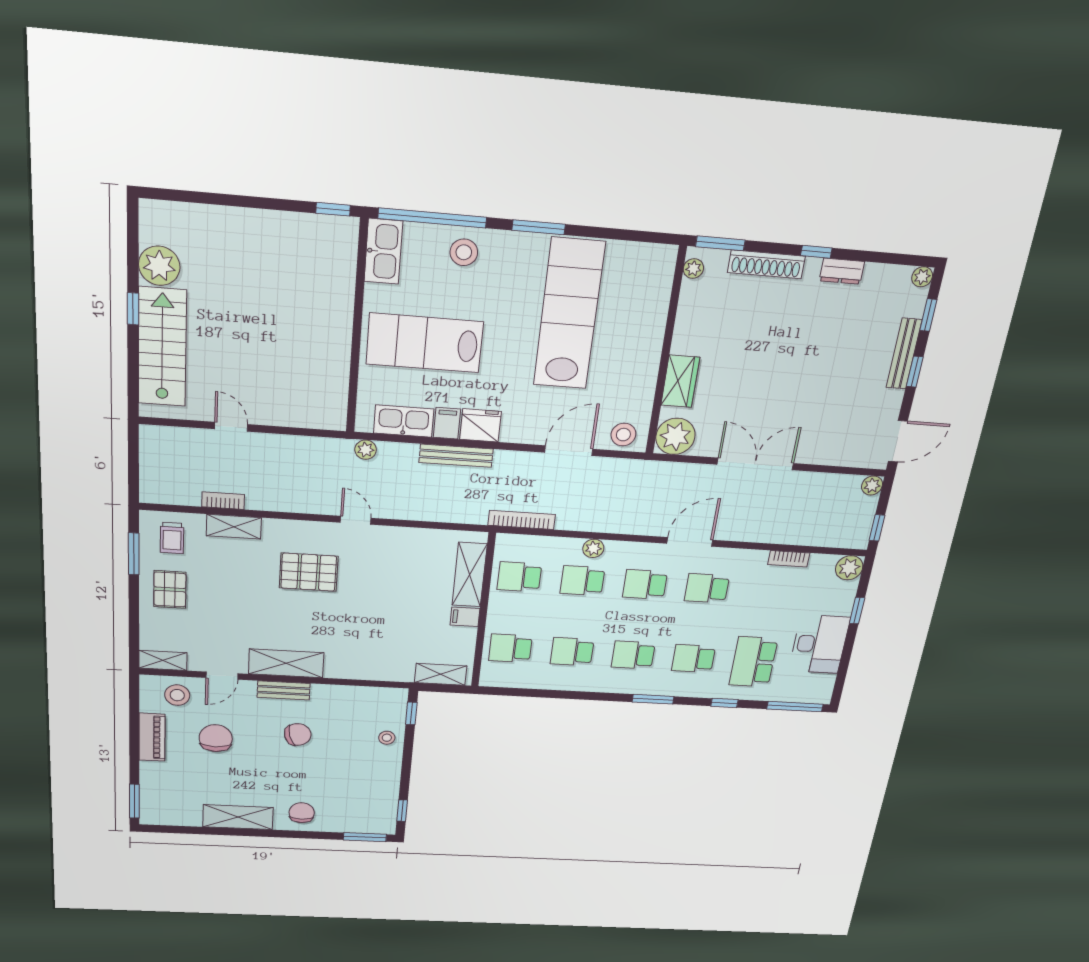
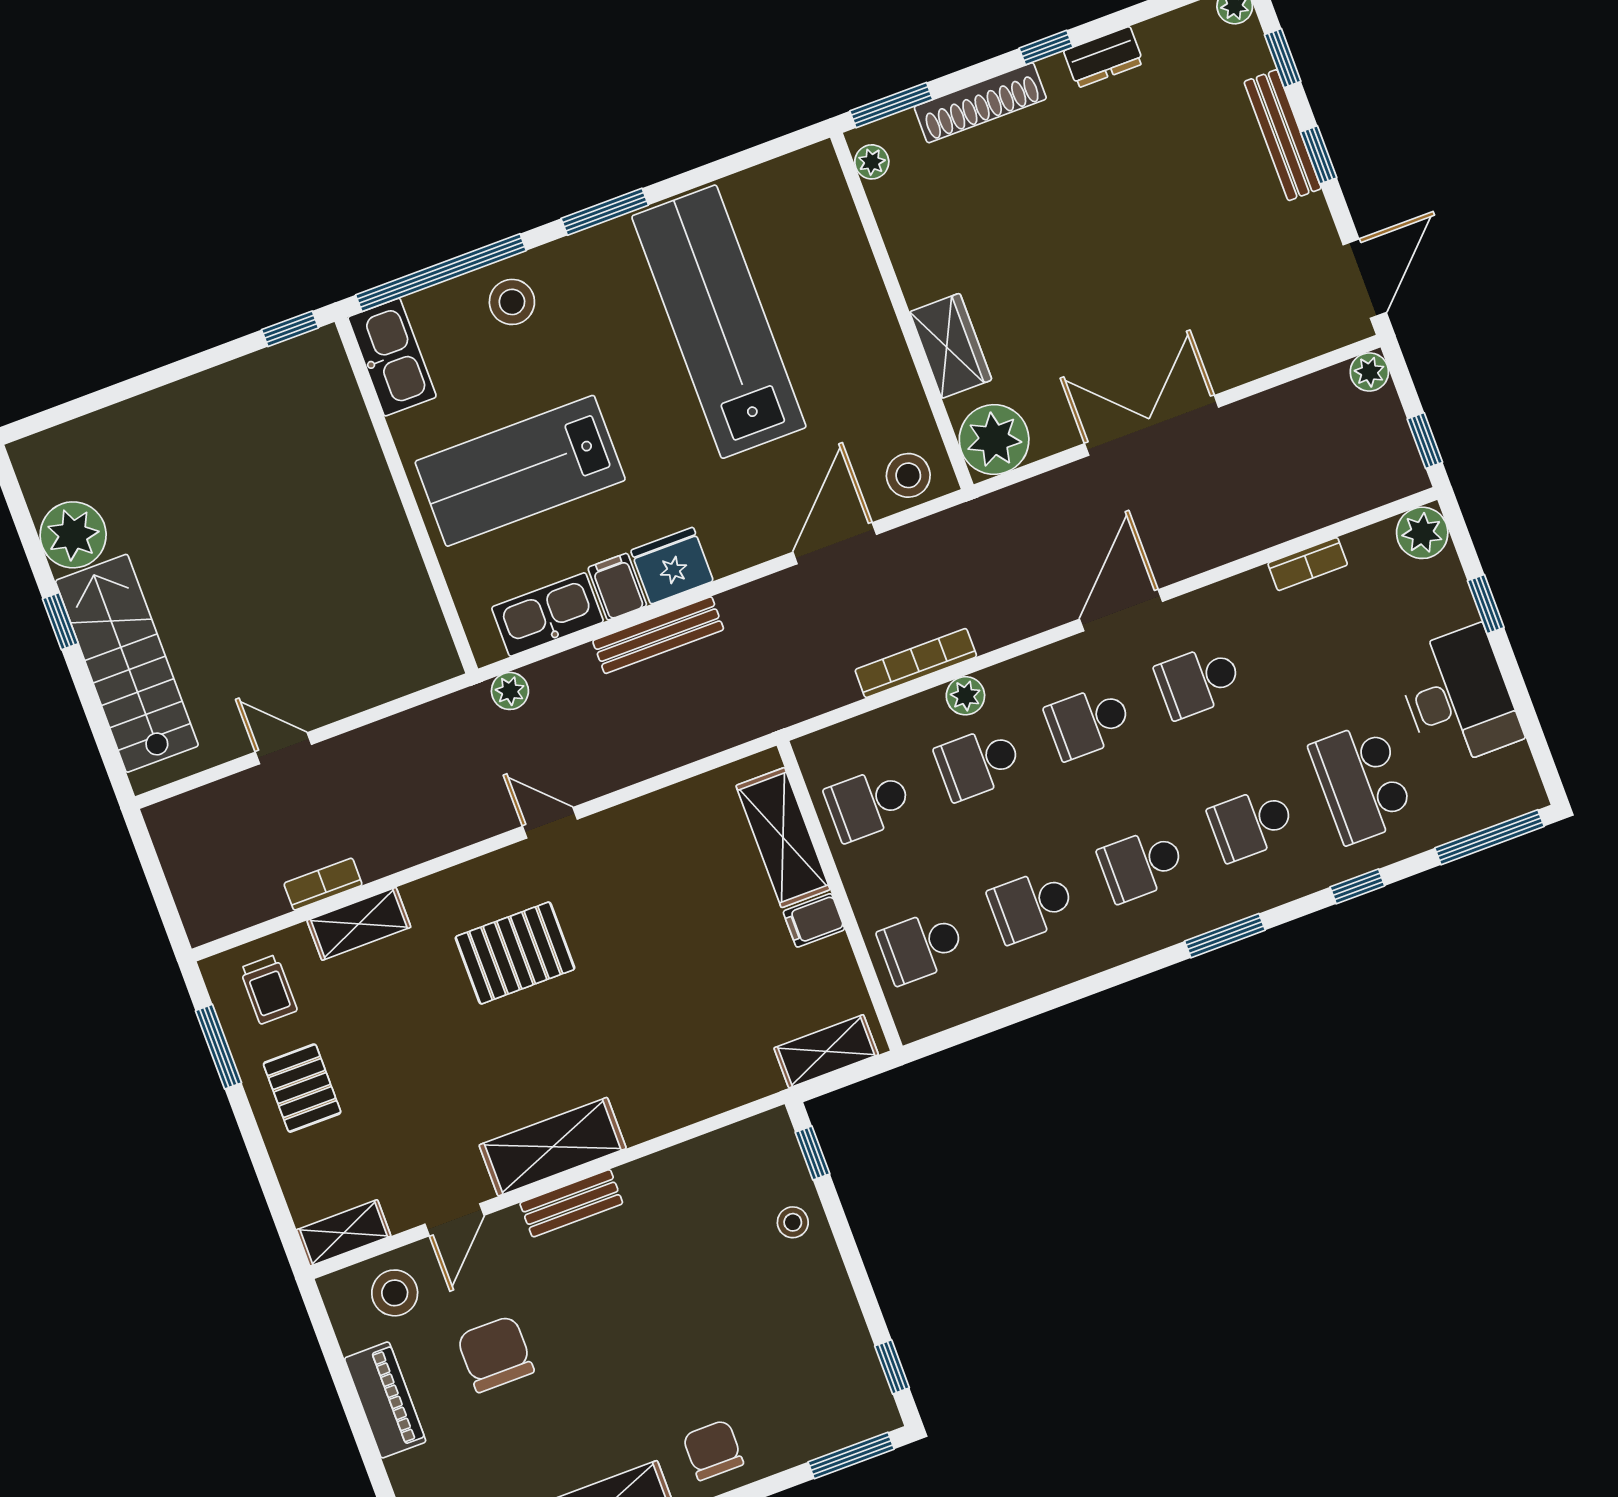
bookcase: (522, 520) -> (916, 663), moved
chair: (298, 734) -> (634, 1284), removed

